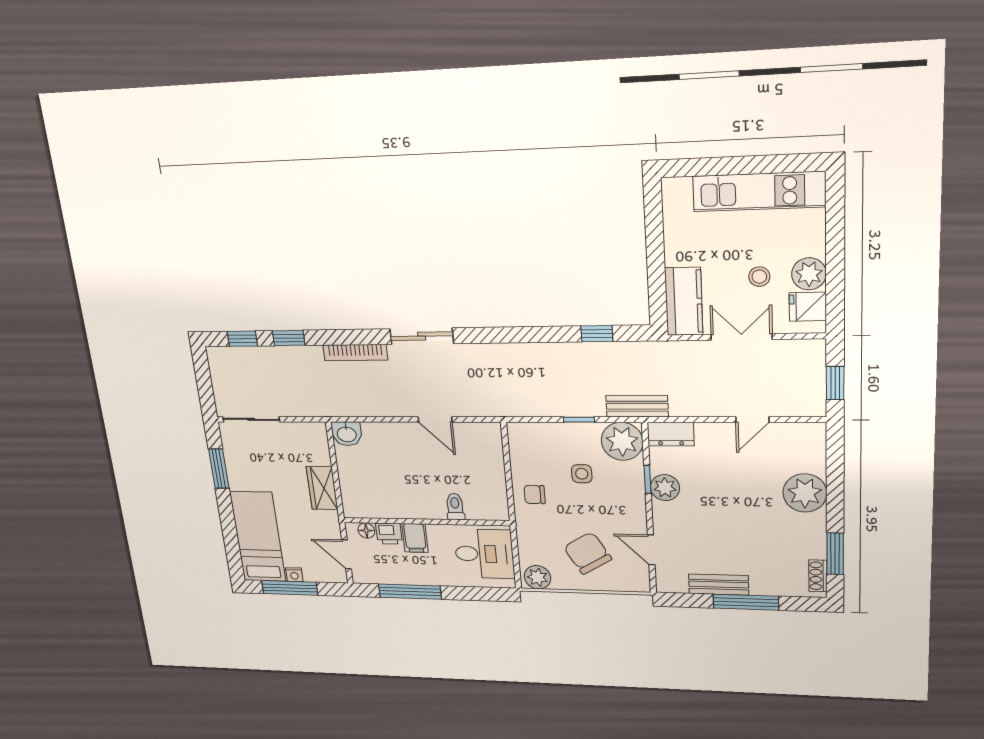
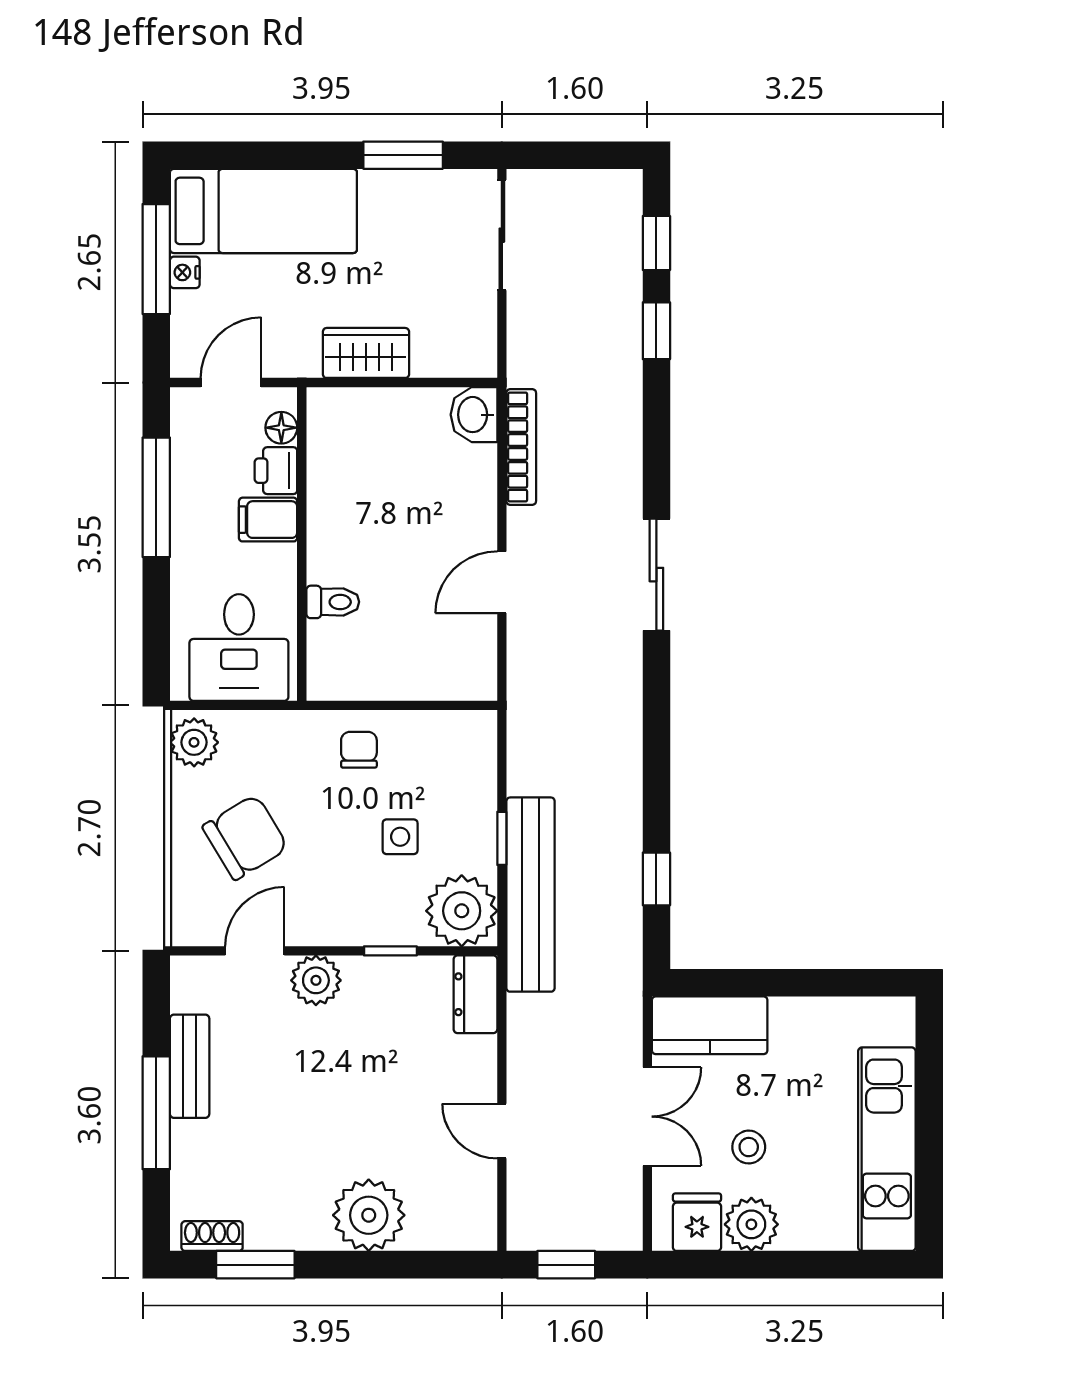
bookcase: (355, 353) -> (521, 447), moved, turned 180
bench: (637, 406) -> (531, 895), width x1.86, depth x1.21
plant: (665, 488) -> (316, 980), moved

